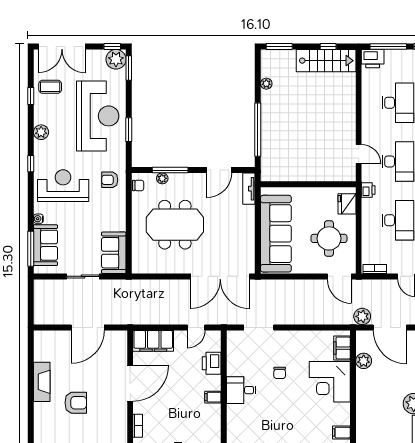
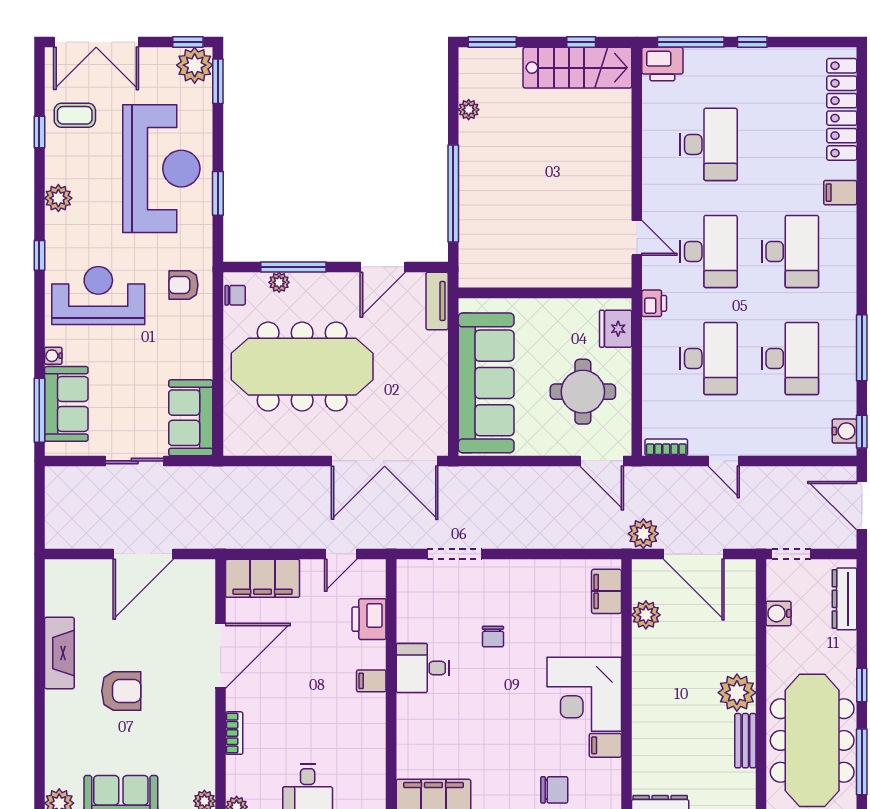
meeting table: (175, 225) -> (302, 367), width x1.36
corner desk: (330, 382) -> (584, 694), moved

